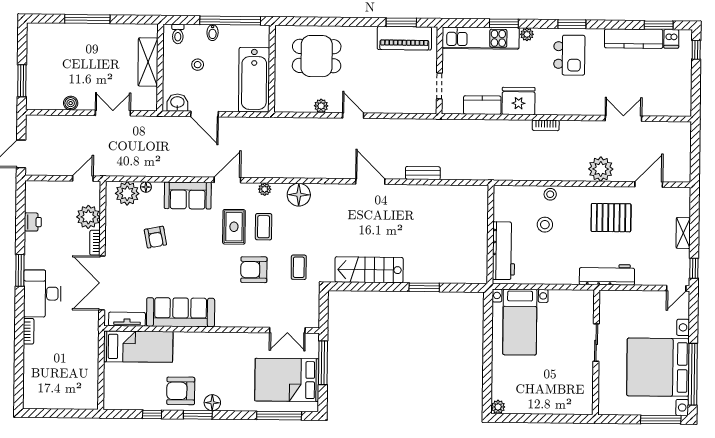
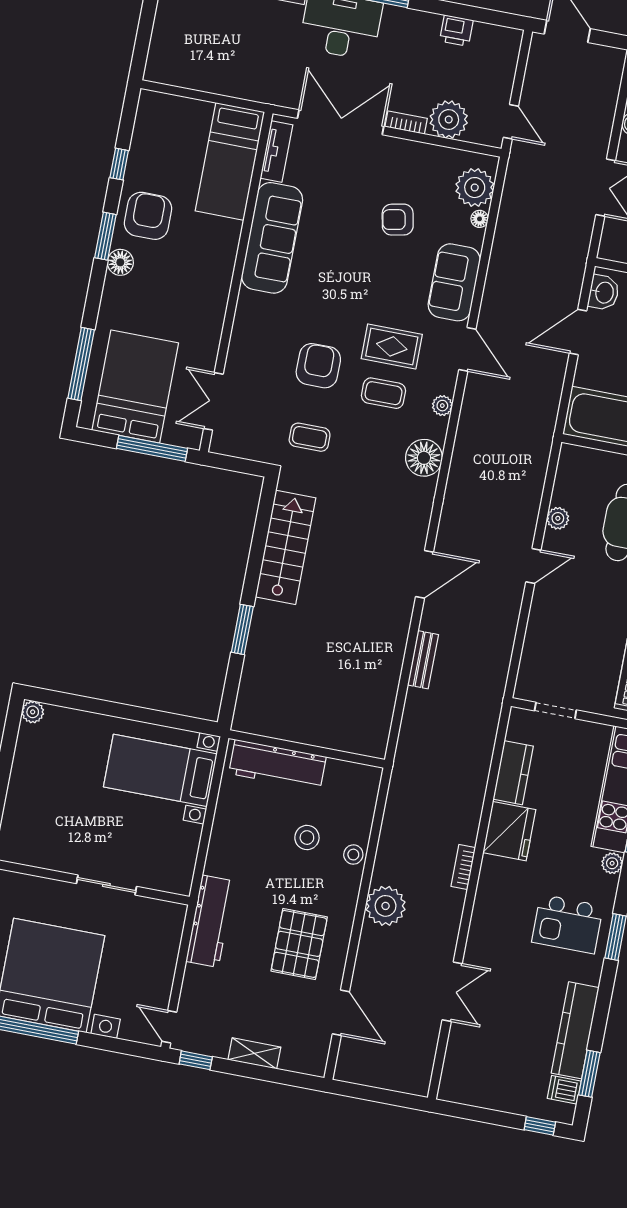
plant: (601, 169) -> (386, 906), moved

